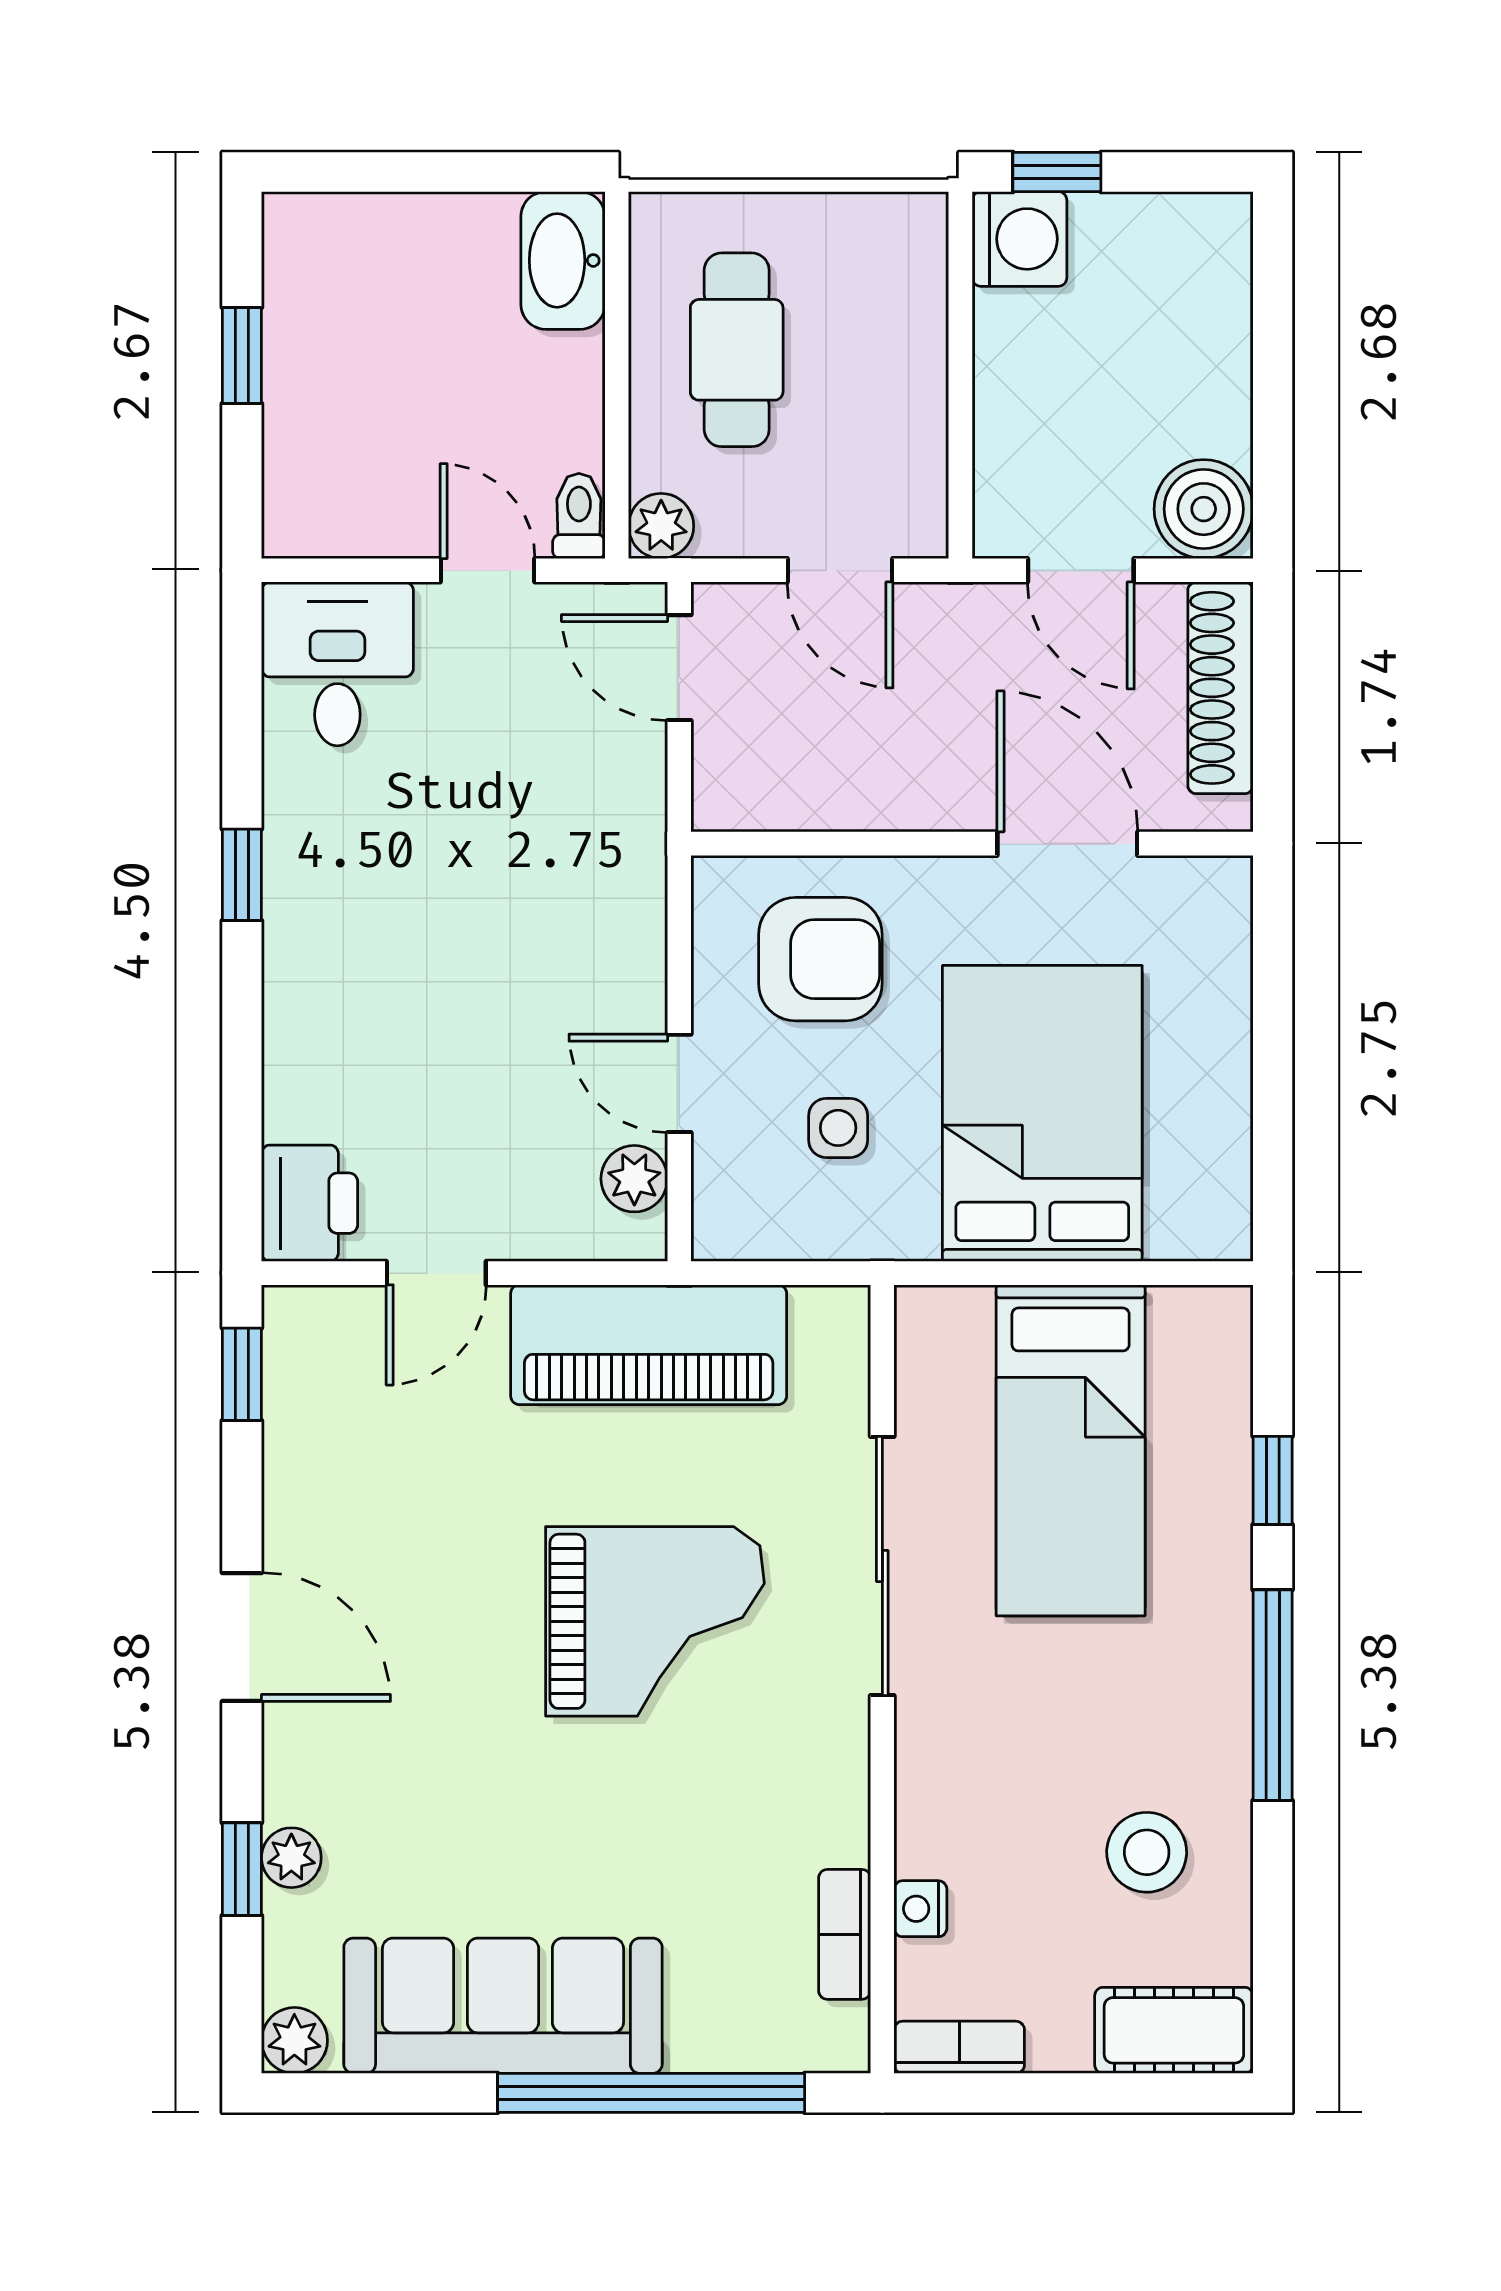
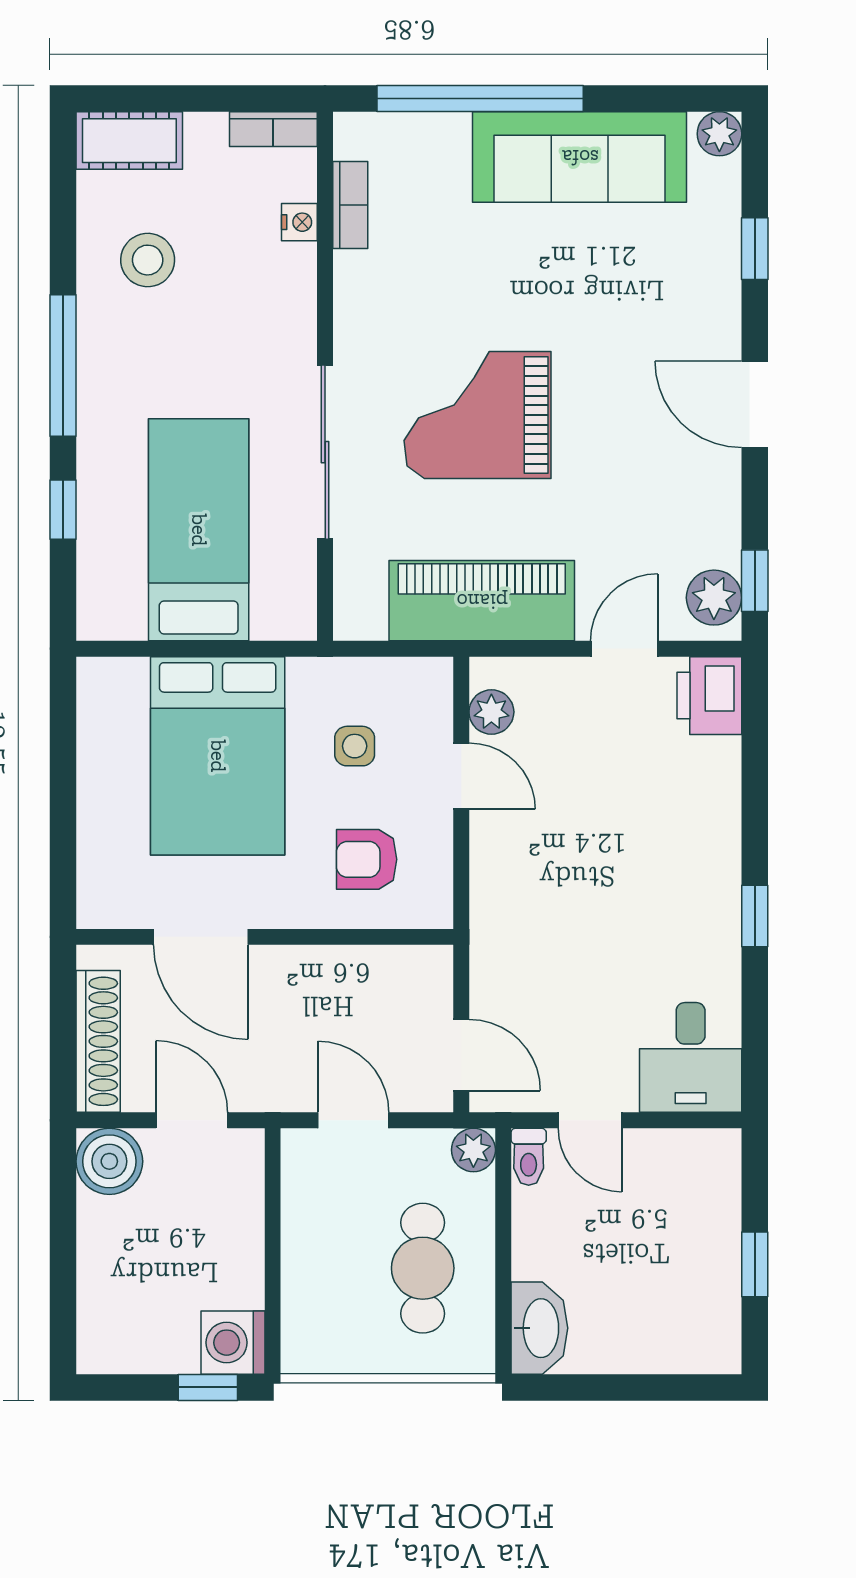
armchair: (820, 959) -> (367, 859), width x0.72, depth x0.72
plant: (291, 1858) -> (714, 598), moved, width x1.38, depth x1.38

